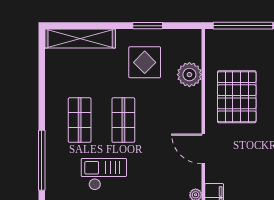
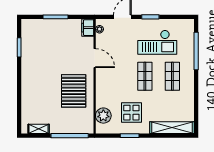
plant: (189, 75) -> (103, 116), moved
checkout: (104, 174) -> (157, 42), width x1.36, depth x1.21

